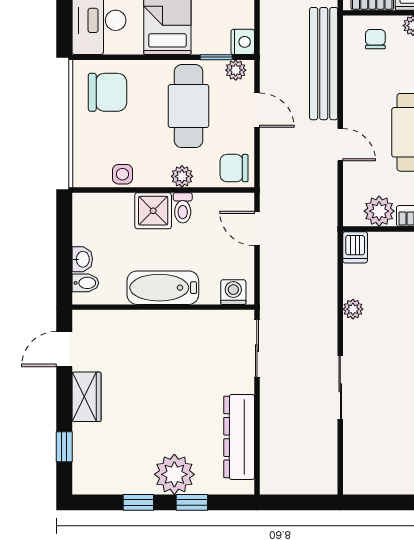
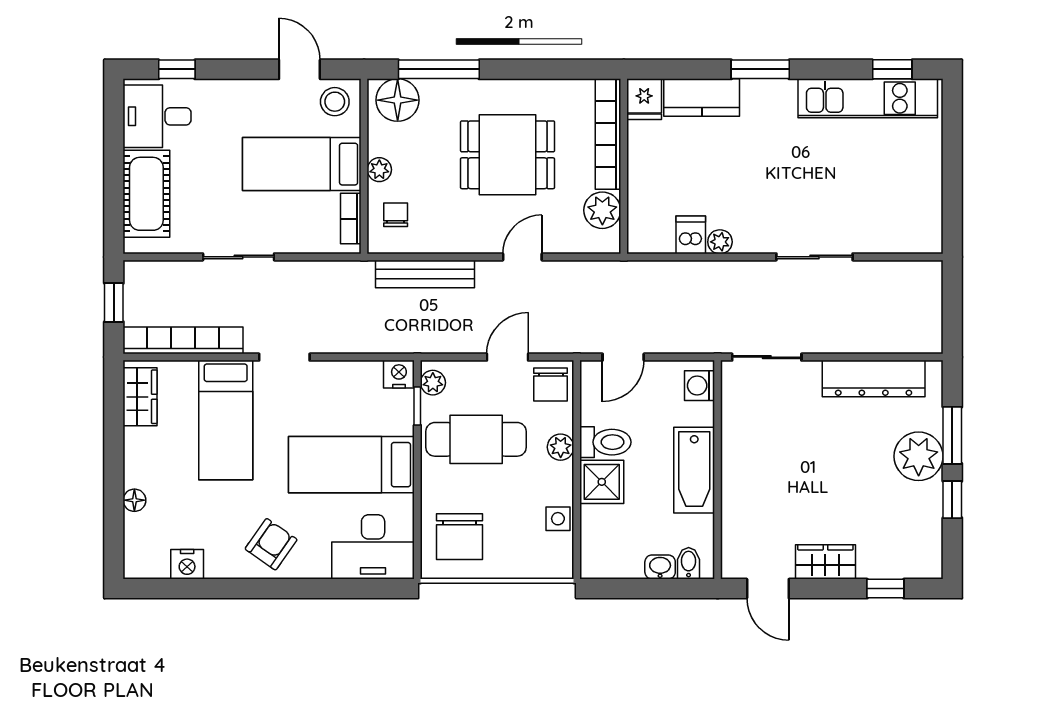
chair: (375, 39) -> (396, 215), turned 90
bench: (324, 64) -> (425, 274), width x0.73, depth x0.82
chair: (108, 92) -> (460, 537), turned 180
door: (257, 110) -> (507, 357), moved
toilet: (183, 208) -> (605, 442), width x1.37, depth x1.39
dishwasher: (355, 247) -> (691, 235), moved, turned -90
window: (192, 502) -> (952, 435), width x1.50

